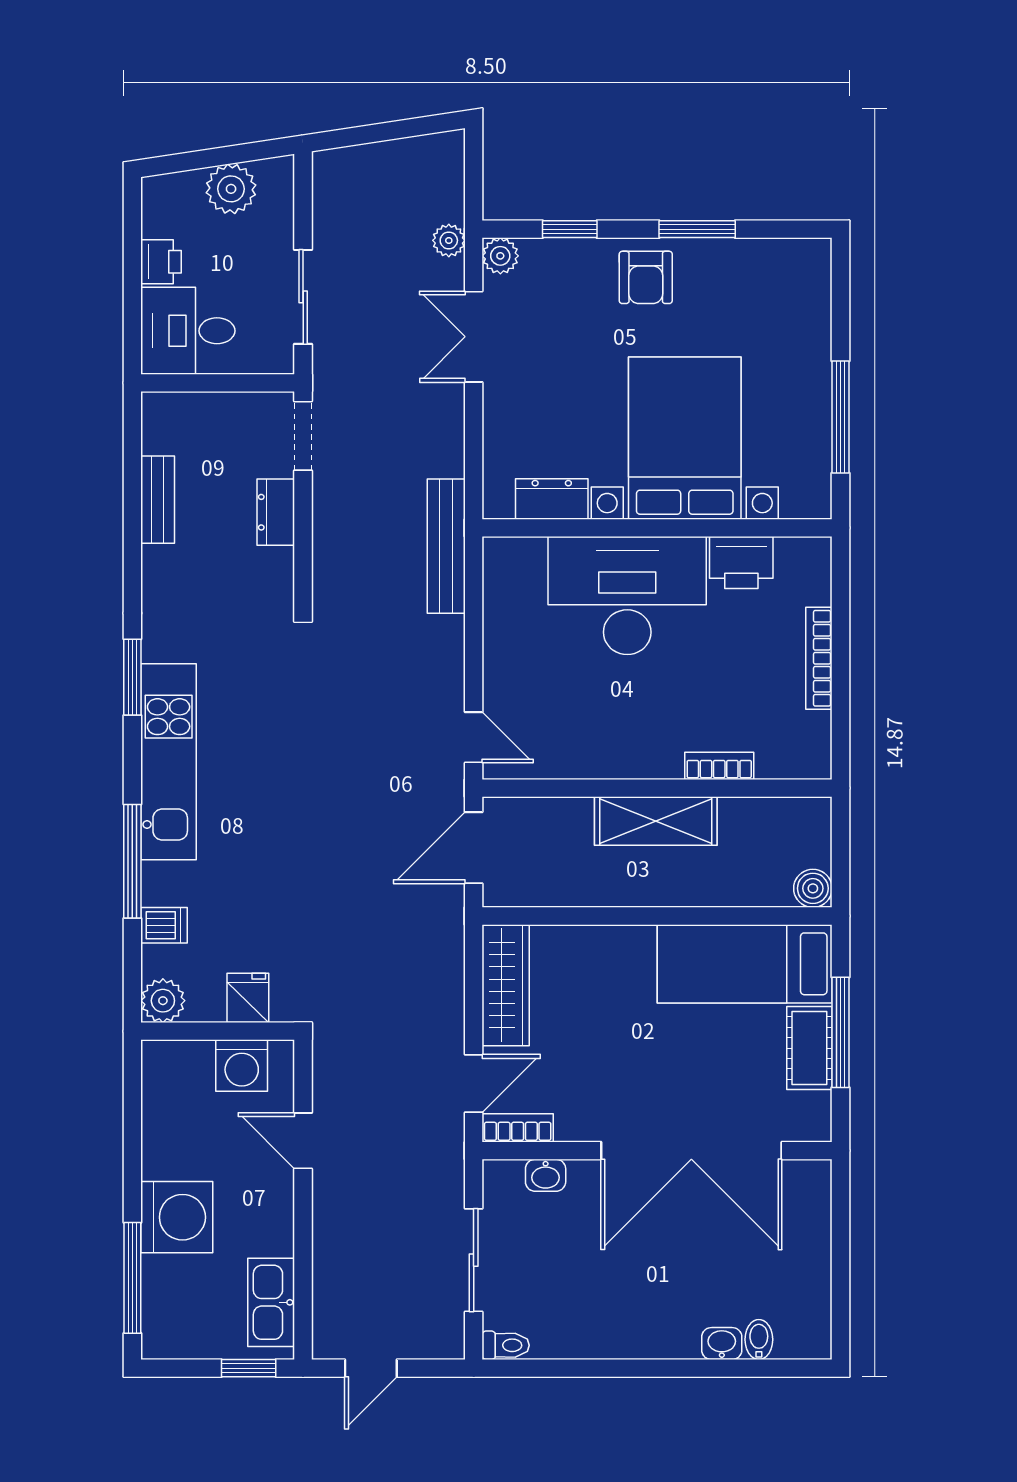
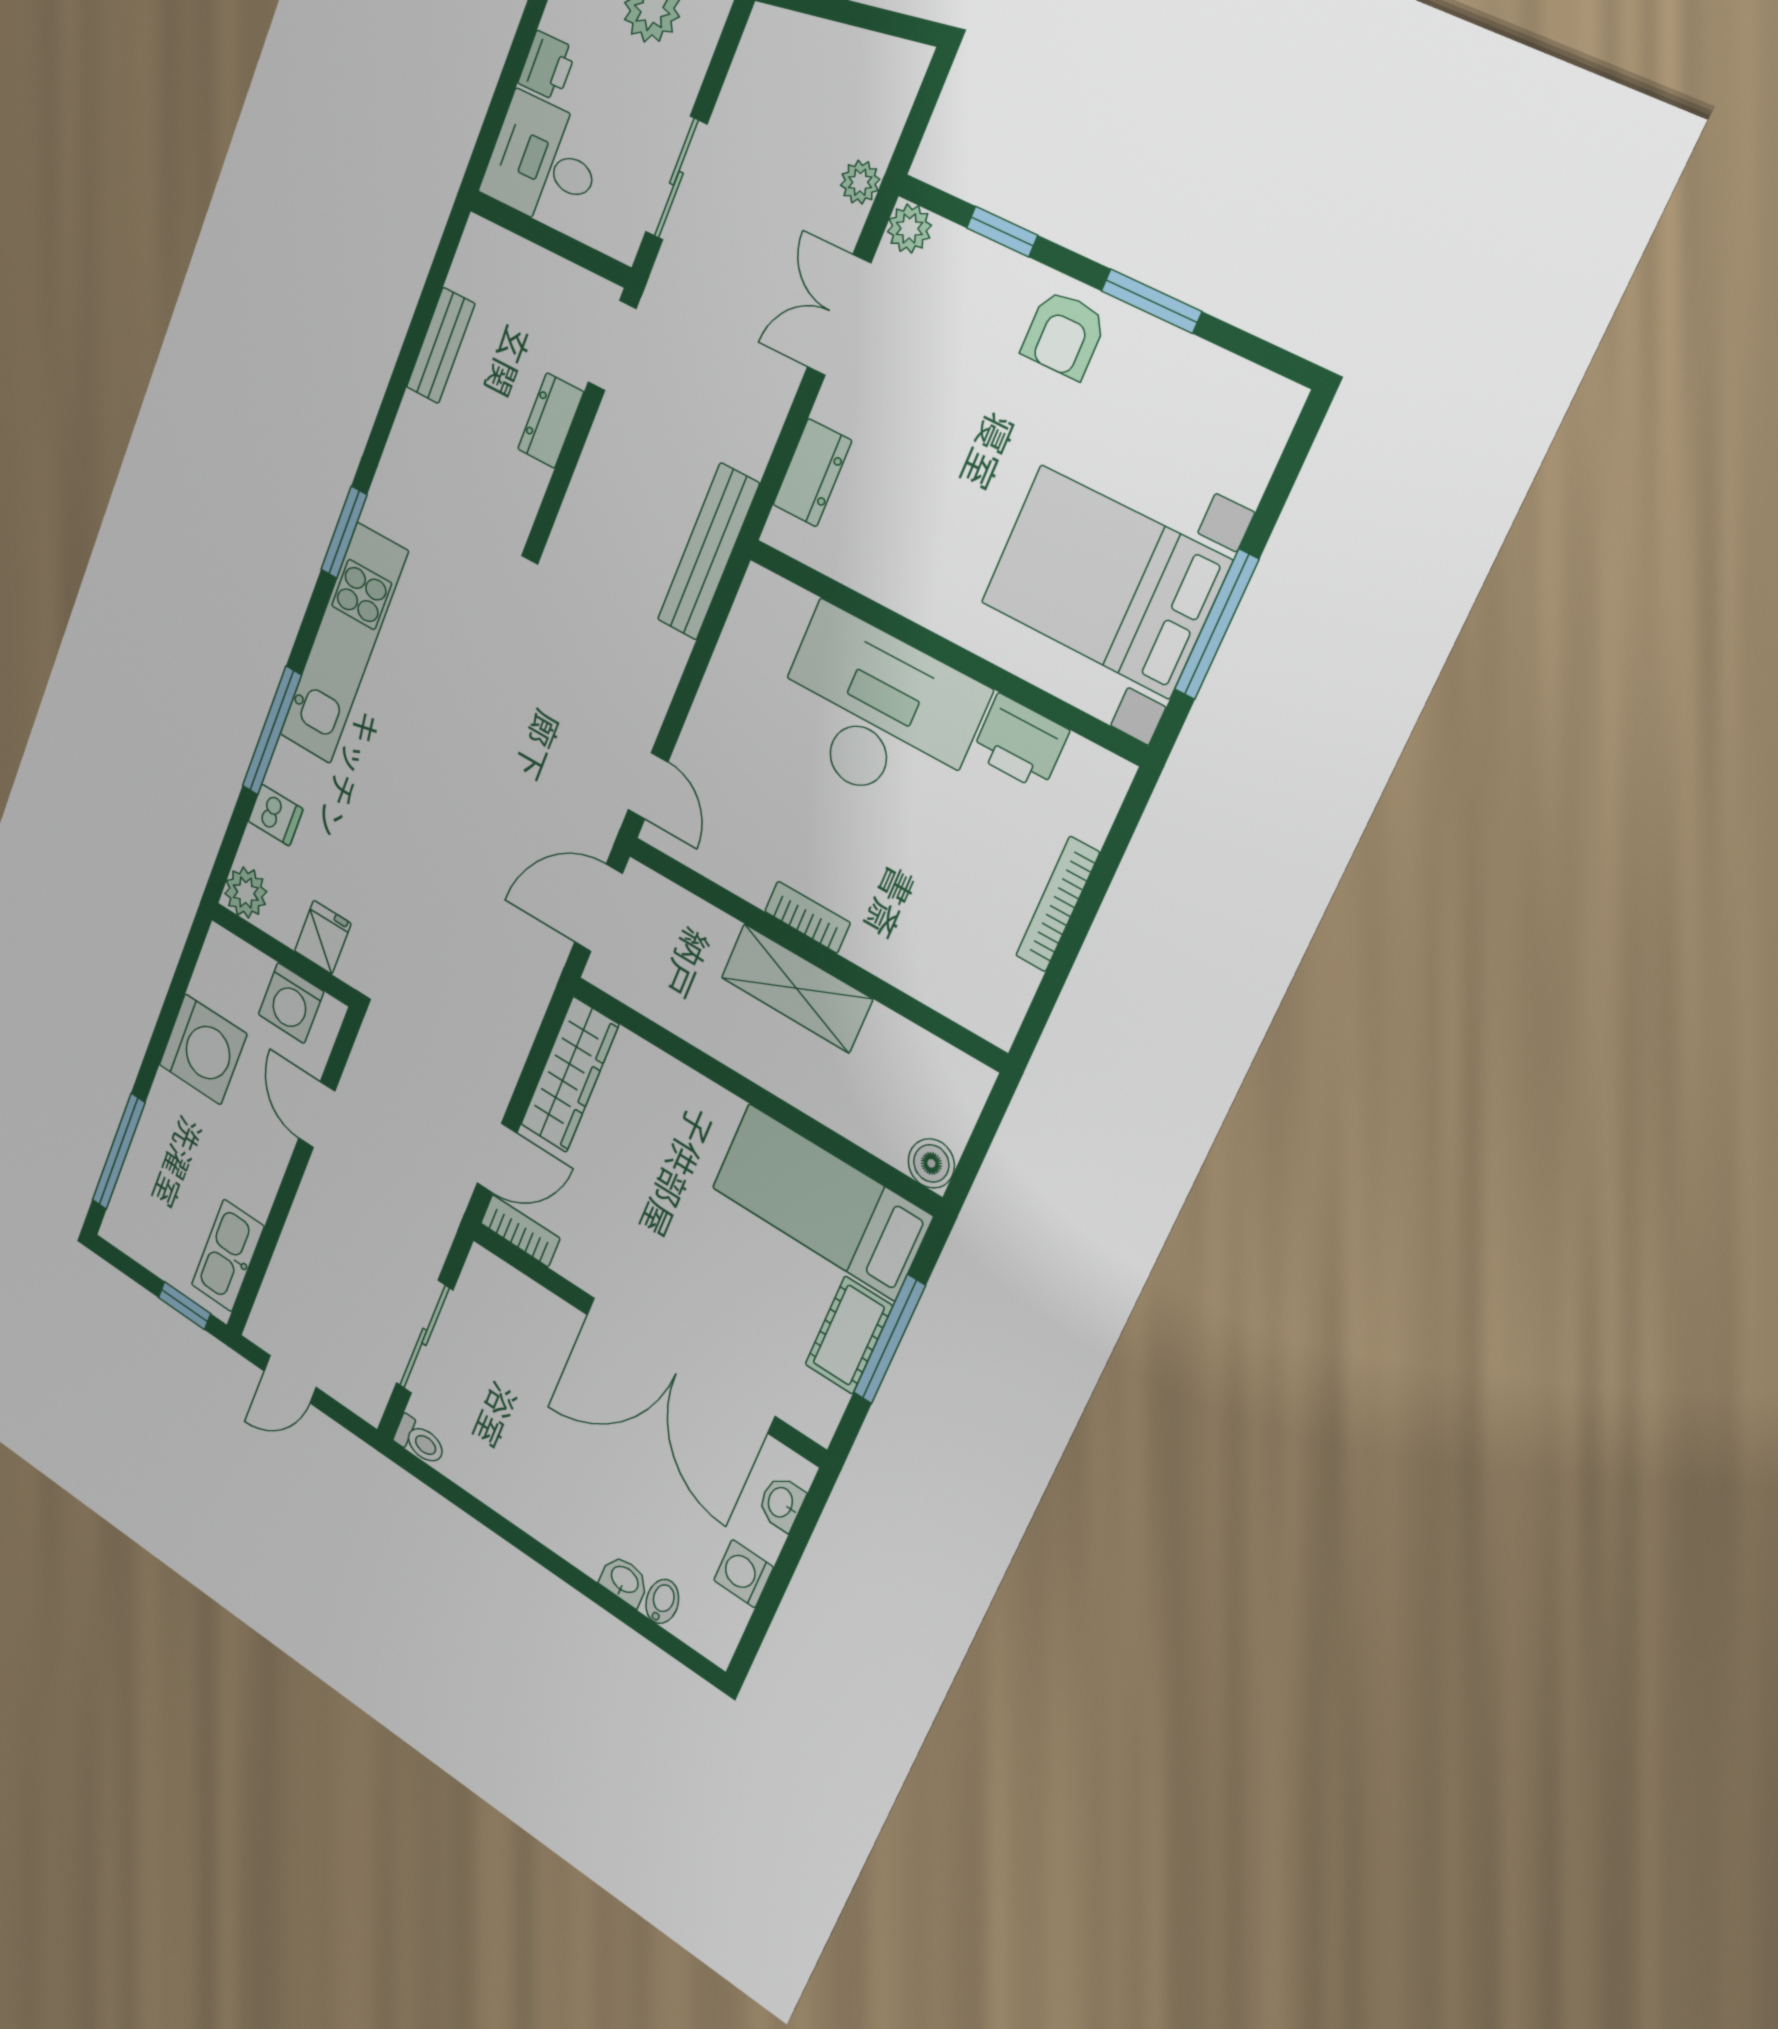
bed with nightstands: (685, 438) -> (1105, 581), moved, turned -90
dresser: (552, 499) -> (812, 473), moved, turned 90
bookcase: (719, 766) -> (807, 917), moved
washbasin: (546, 1175) -> (781, 1503), moved, turned 90
washing machine: (177, 1217) -> (203, 1049), moved
washing machine: (812, 1276) -> (744, 1574), added

